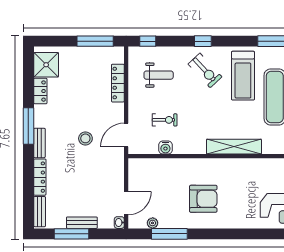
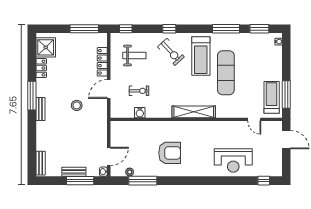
door: (126, 135) -> (109, 89), moved
locker: (40, 177) -> (41, 136), removed
window: (71, 234) -> (80, 181), moved

